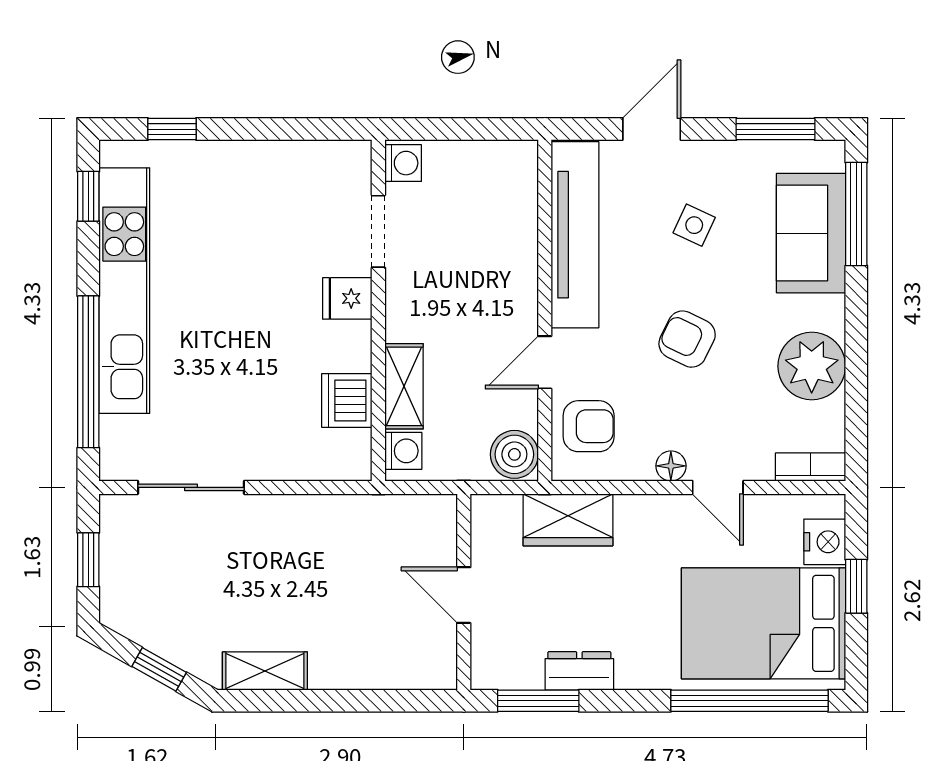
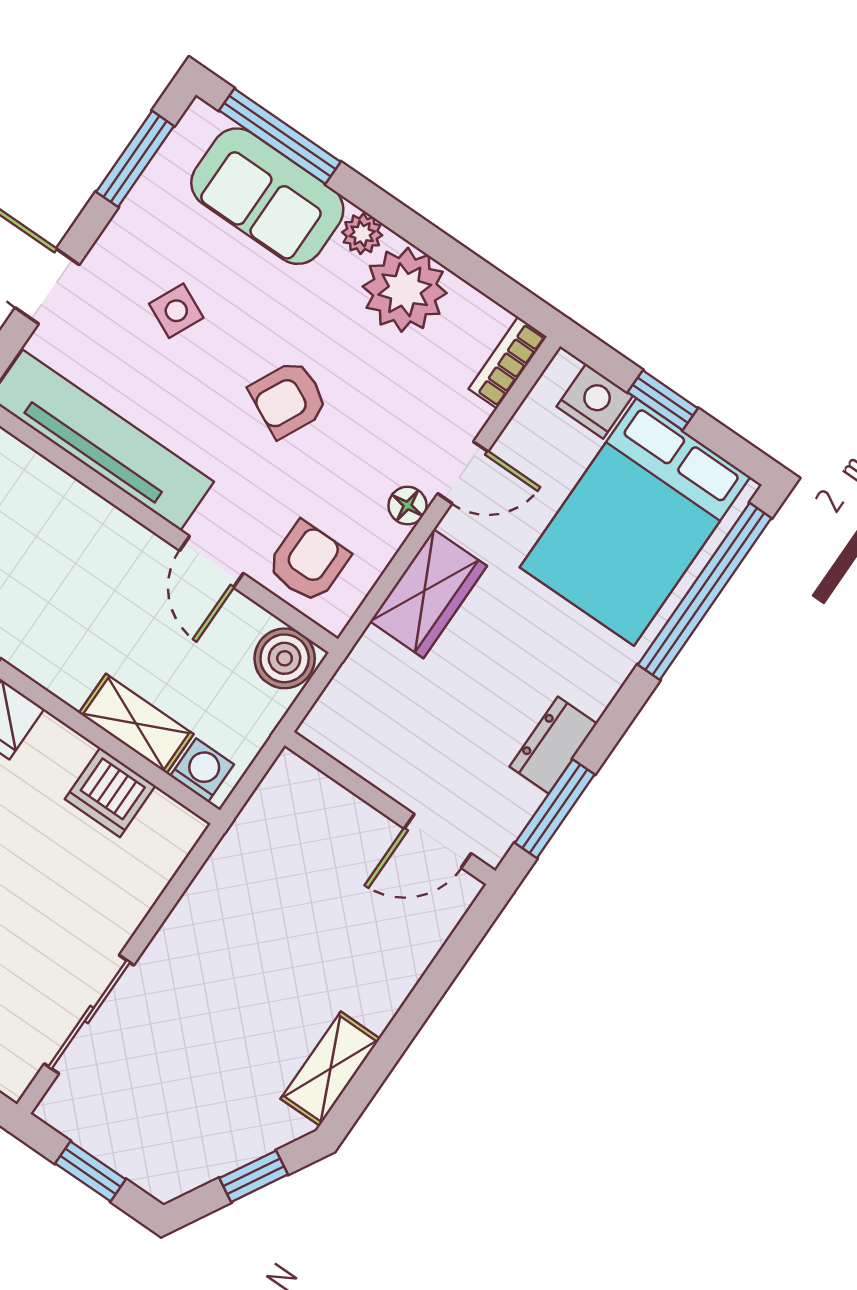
plant: (829, 312) -> (362, 234), added
wardrobe: (568, 520) -> (429, 594), moved
door: (464, 595) -> (438, 841), moved

